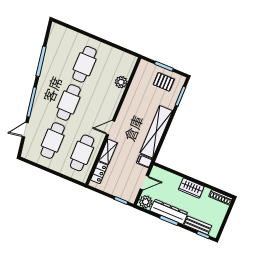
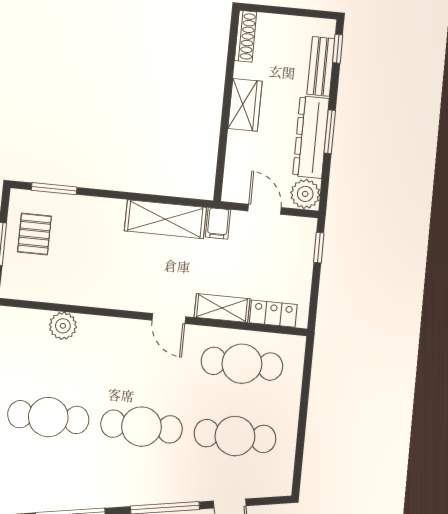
shelving: (156, 132) -> (165, 219), width x0.68

